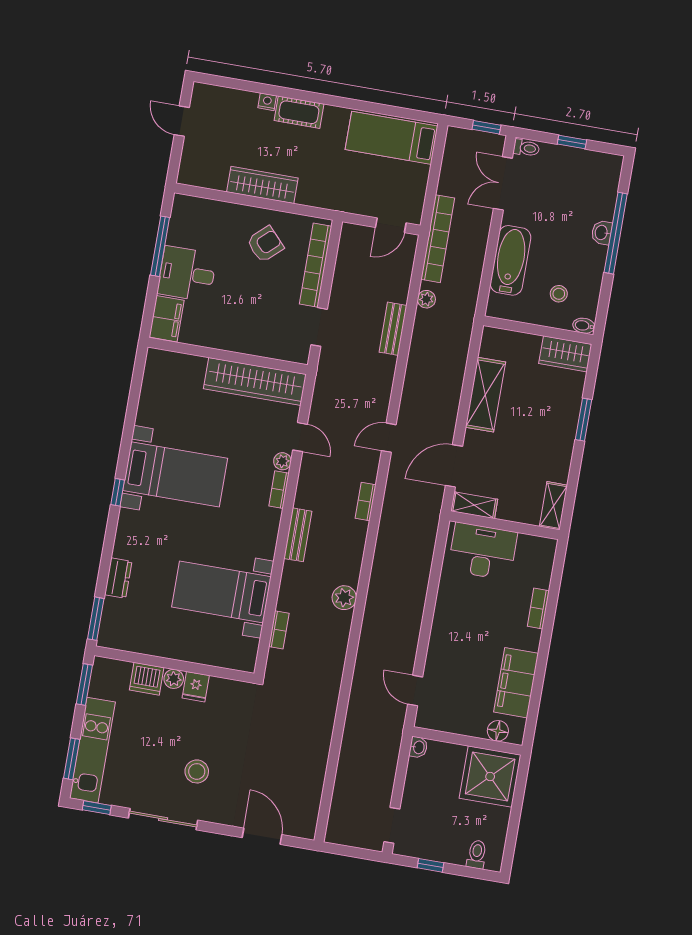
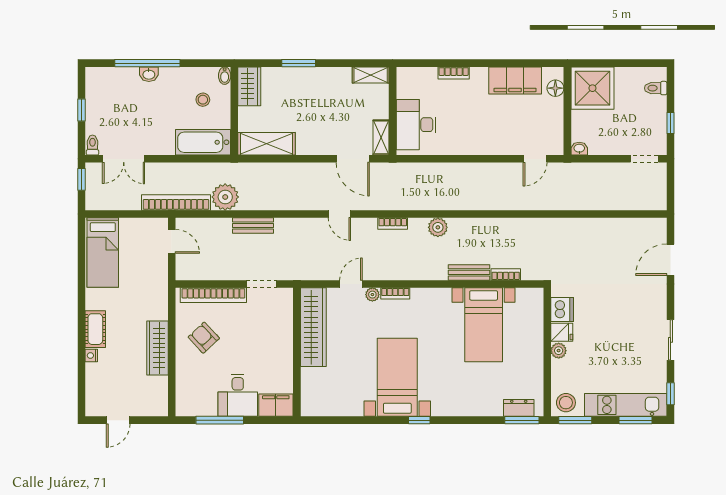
bathtub: (511, 260) -> (203, 142), moved
plant: (426, 299) -> (225, 197), width x1.88, depth x1.88
shelving: (485, 395) -> (267, 144), moved
bench: (298, 535) -> (469, 272), moved
dresser: (118, 578) -> (519, 408), moved
plant: (344, 598) -> (438, 227), moved
dishwasher: (147, 679) -> (562, 310), moved
stool: (197, 771) -> (566, 403), moved
sliding door: (163, 819) -> (670, 340), width x0.73

